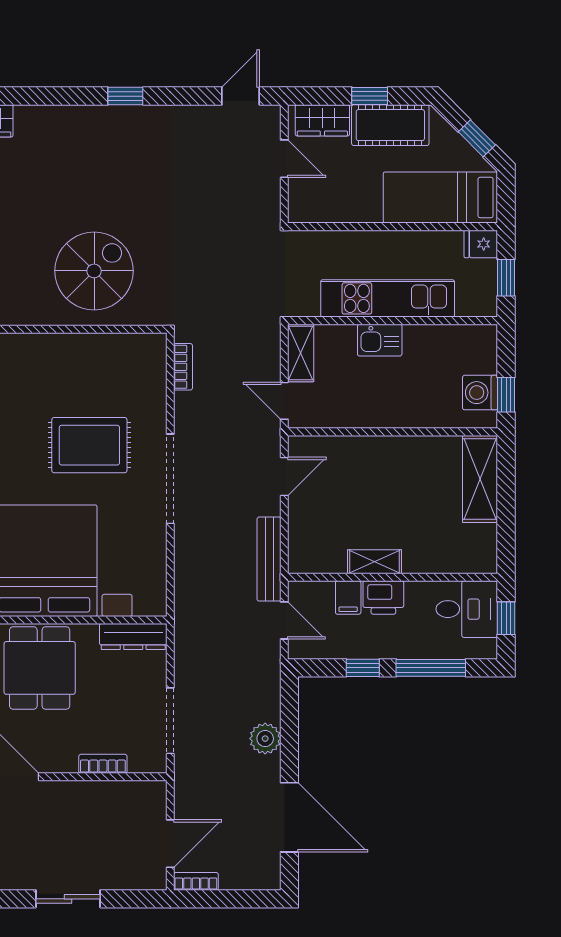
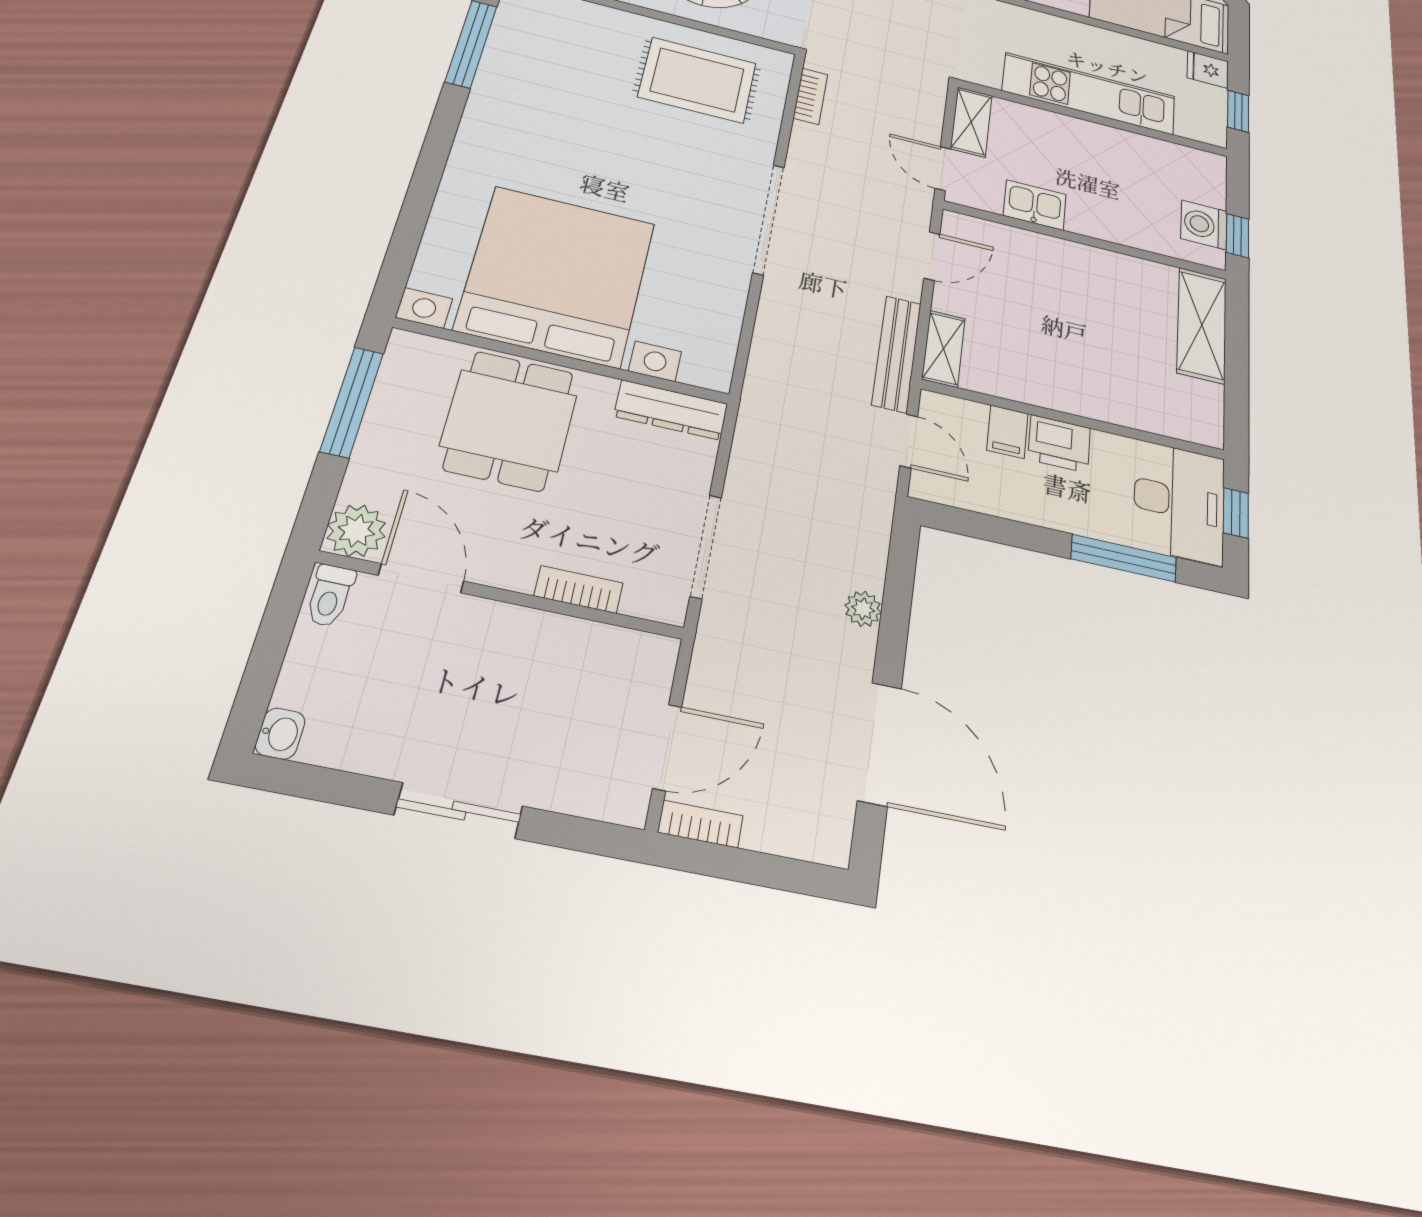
kitchen sink: (380, 340) -> (1035, 205), moved, turned 180
rug: (89, 445) -> (697, 80), moved
shelving: (375, 562) -> (944, 349), moved, turned 90
desk: (467, 609) -> (1179, 502), width x1.37
window: (363, 668) -> (1021, 535), removed
plant: (265, 739) -> (863, 609), width x0.73, depth x0.73

